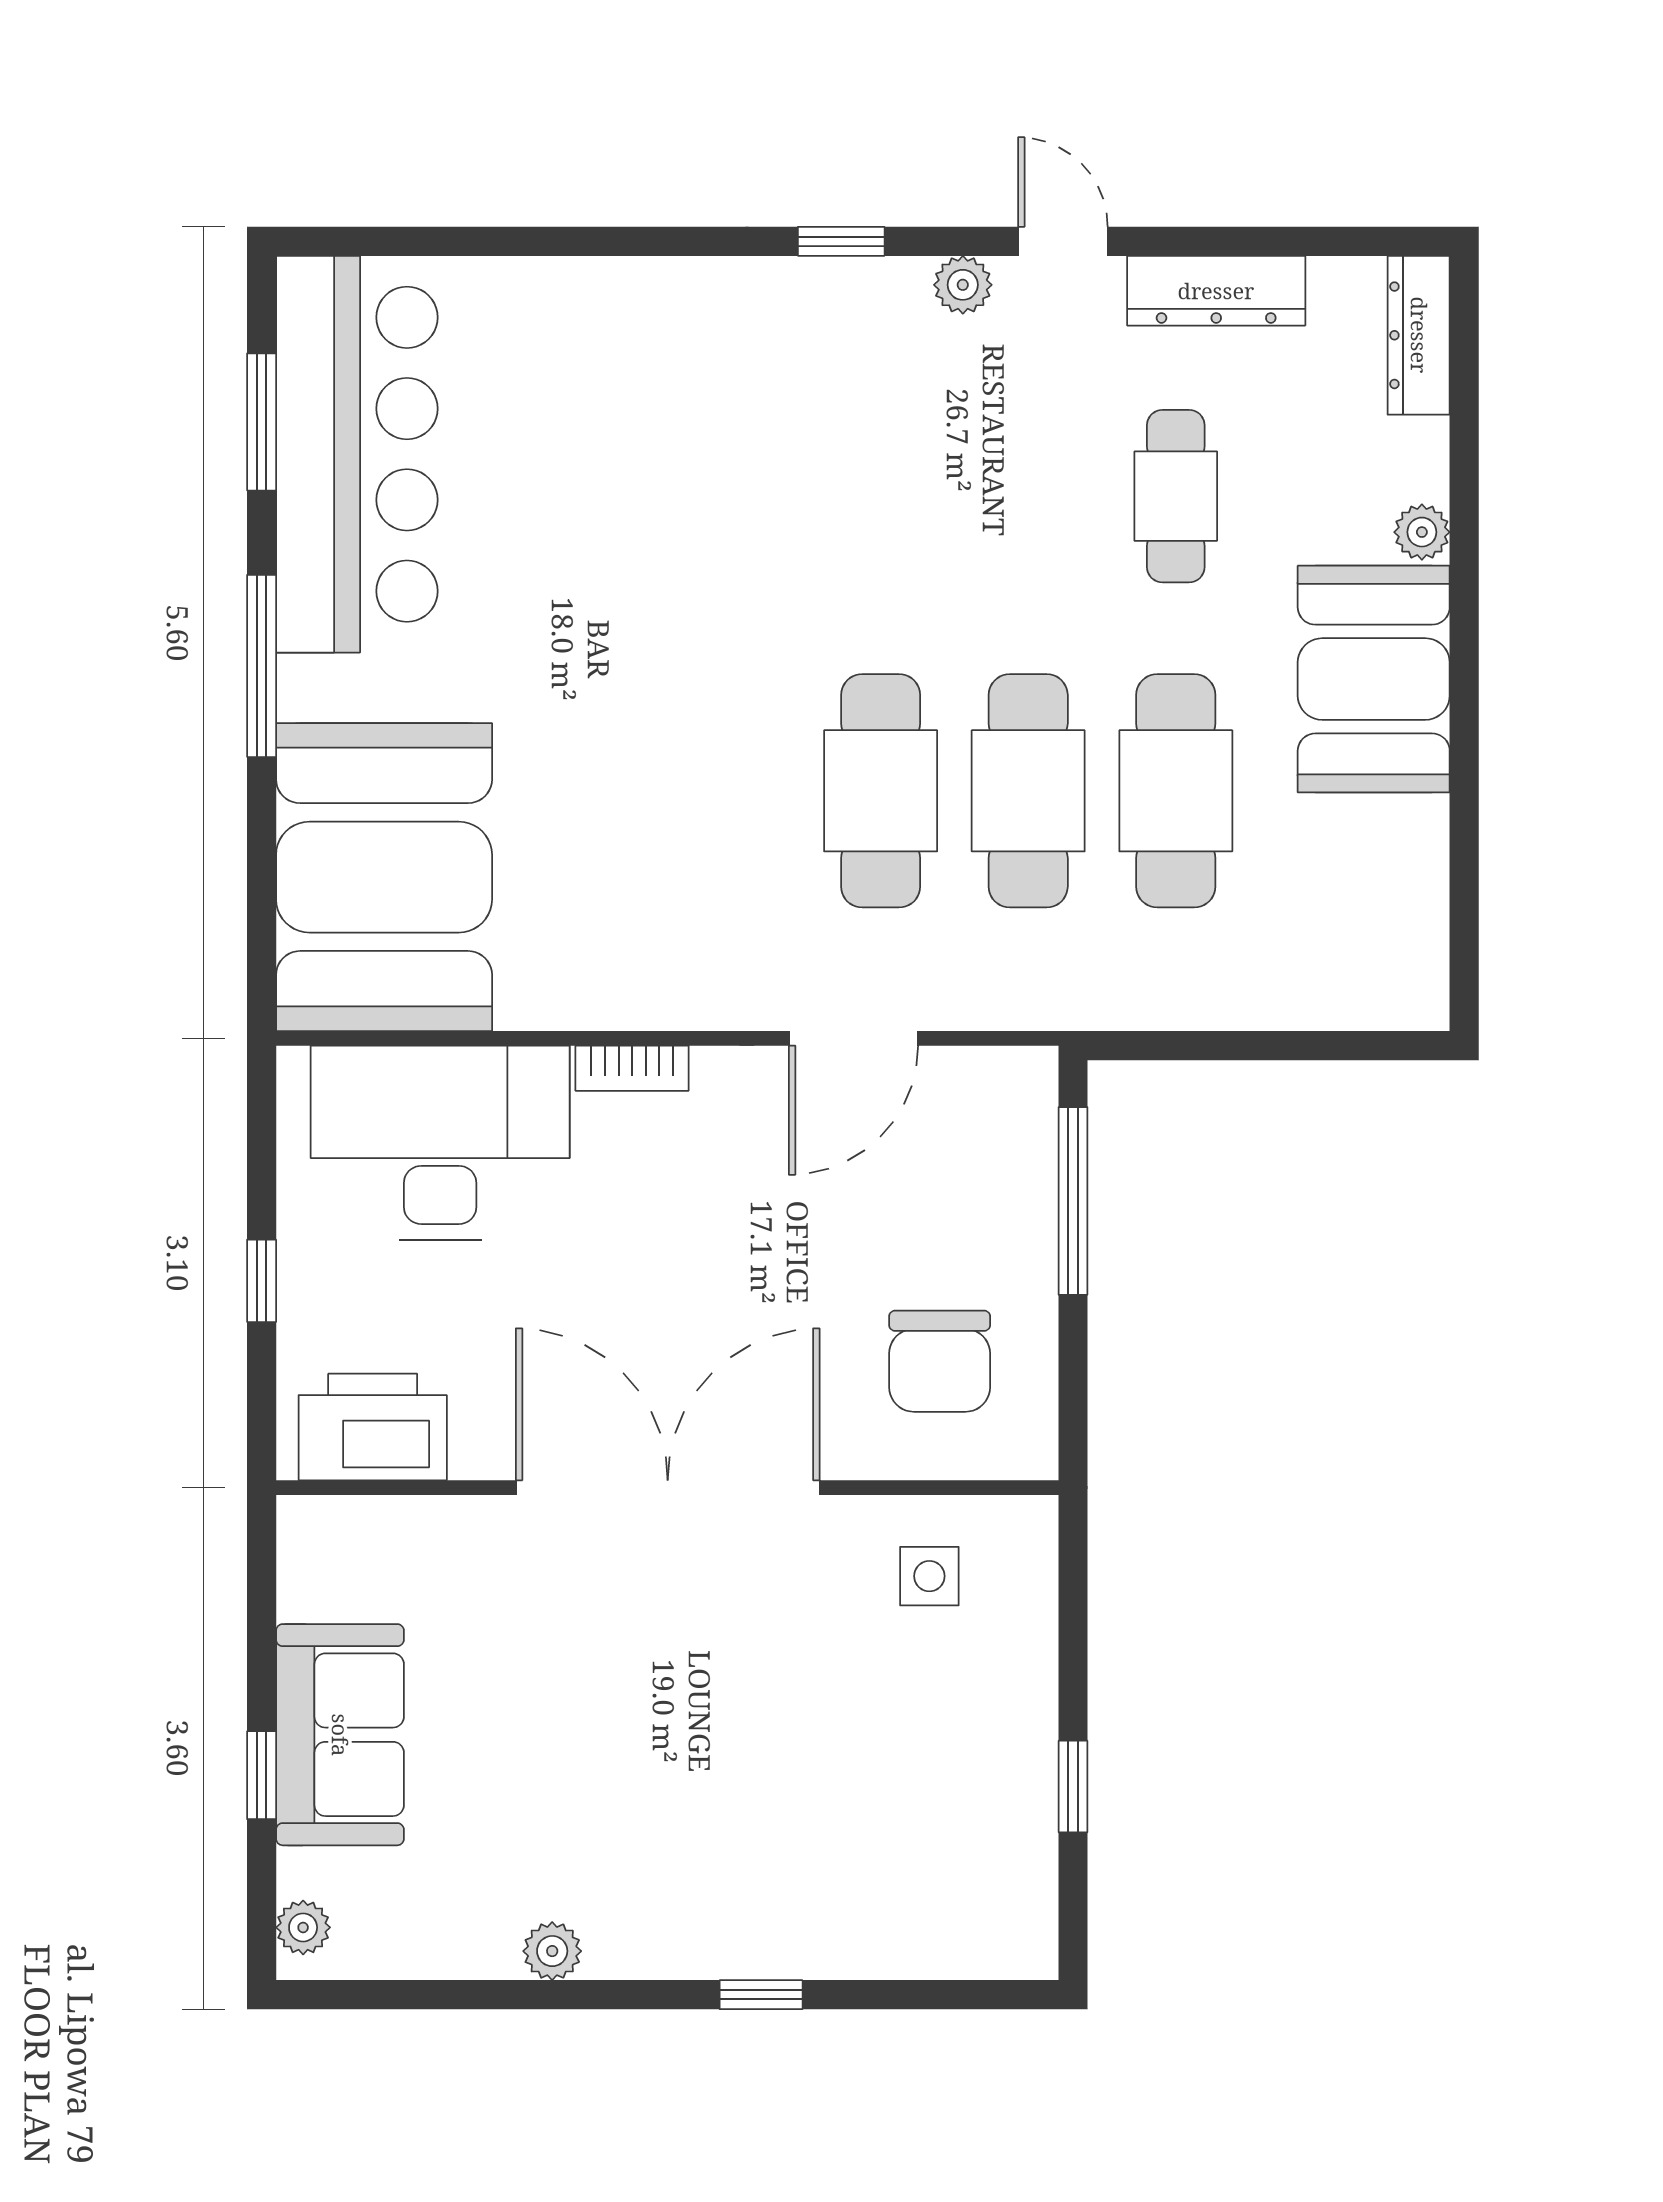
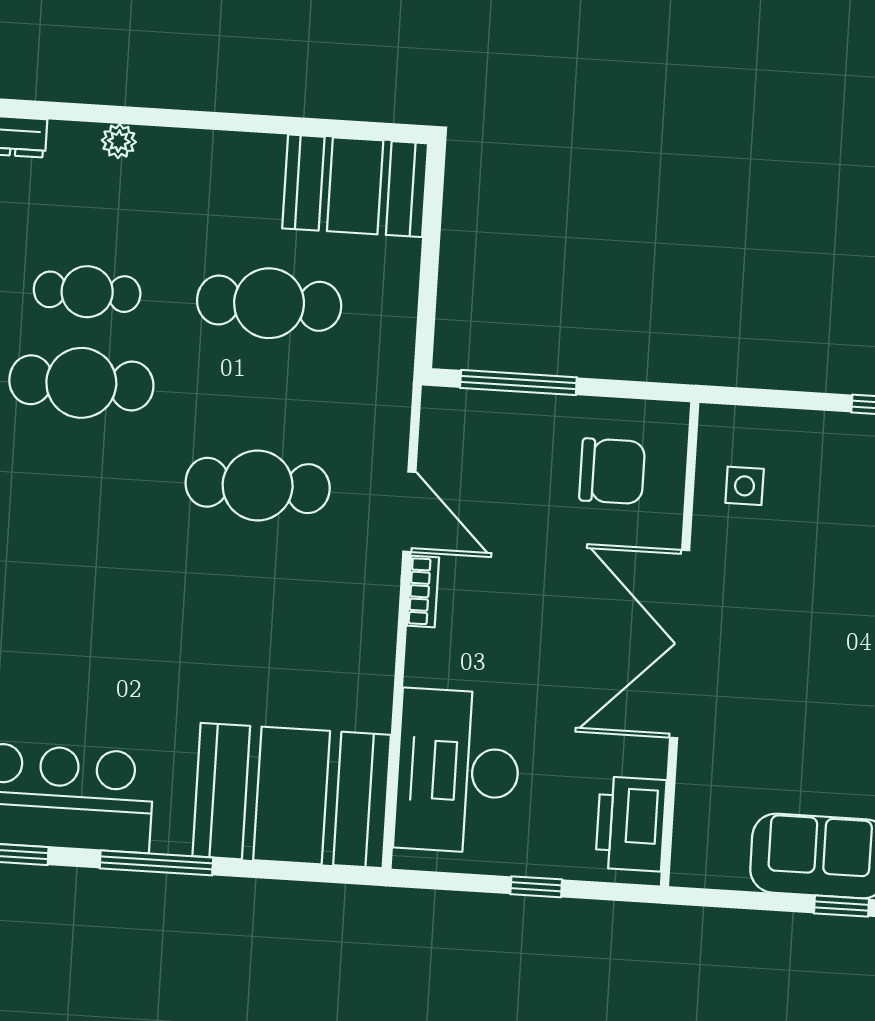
booth: (1374, 679) -> (355, 186), moved
cafe table: (1028, 791) -> (81, 383), moved
bookcase: (632, 1068) -> (423, 591), moved

